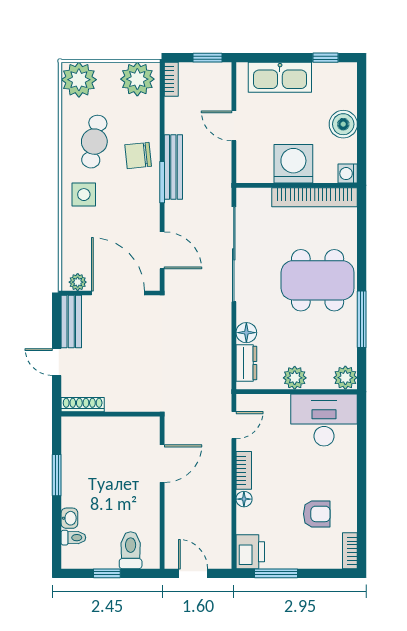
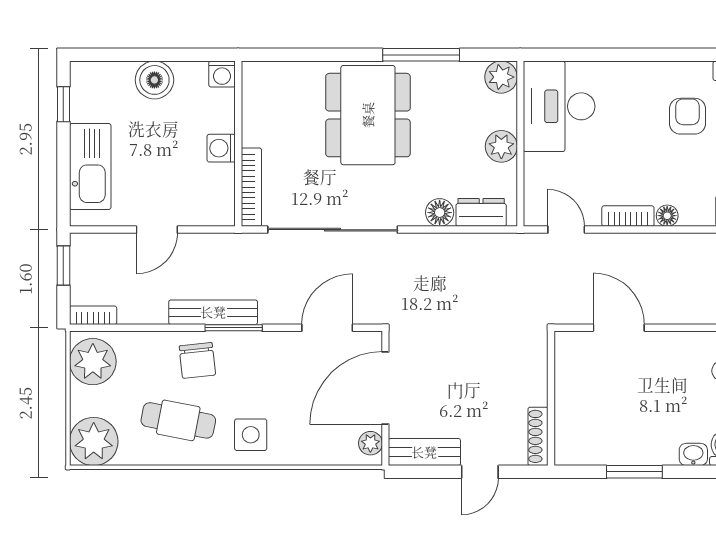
washing machine: (293, 164) -> (221, 148), width x0.53, depth x0.53
bookcase: (315, 197) -> (251, 187), moved, width x0.68, depth x0.76

